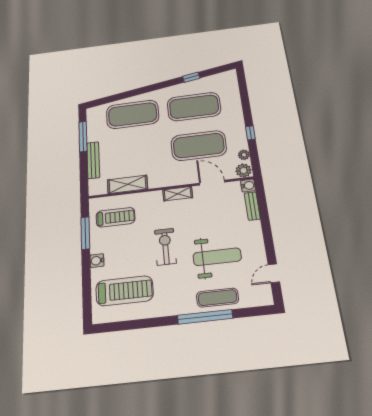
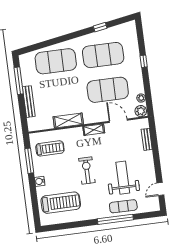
window: (250, 133) -> (144, 61), moved
shelving: (127, 184) -> (68, 121), moved
water cooler: (248, 185) -> (144, 123), removed
weight bench: (217, 257) -> (123, 178), turned -90

